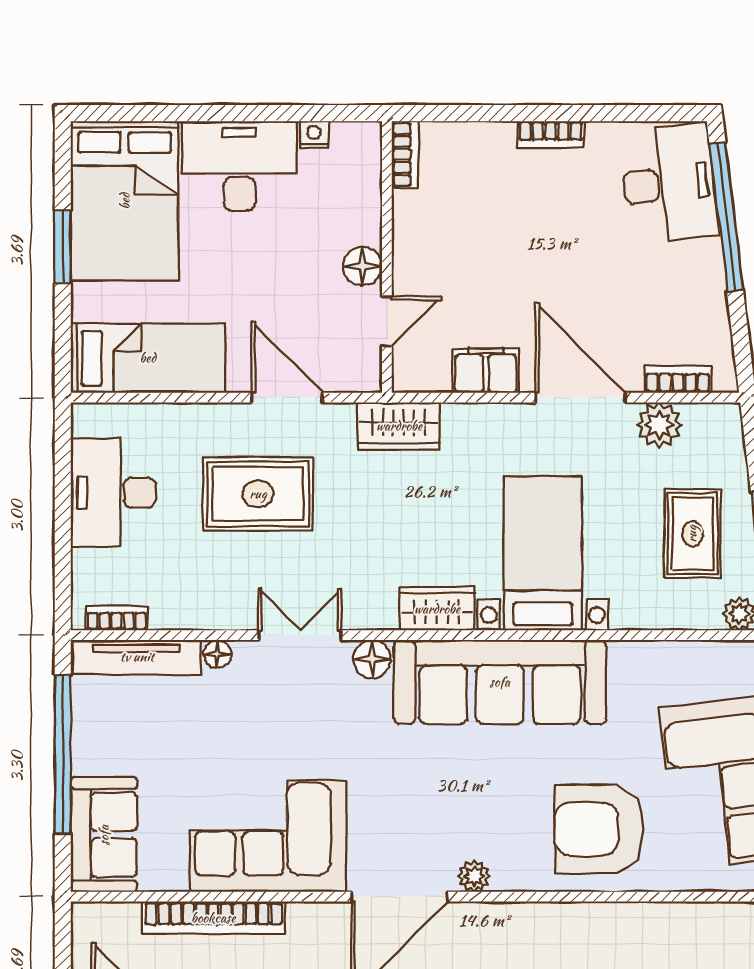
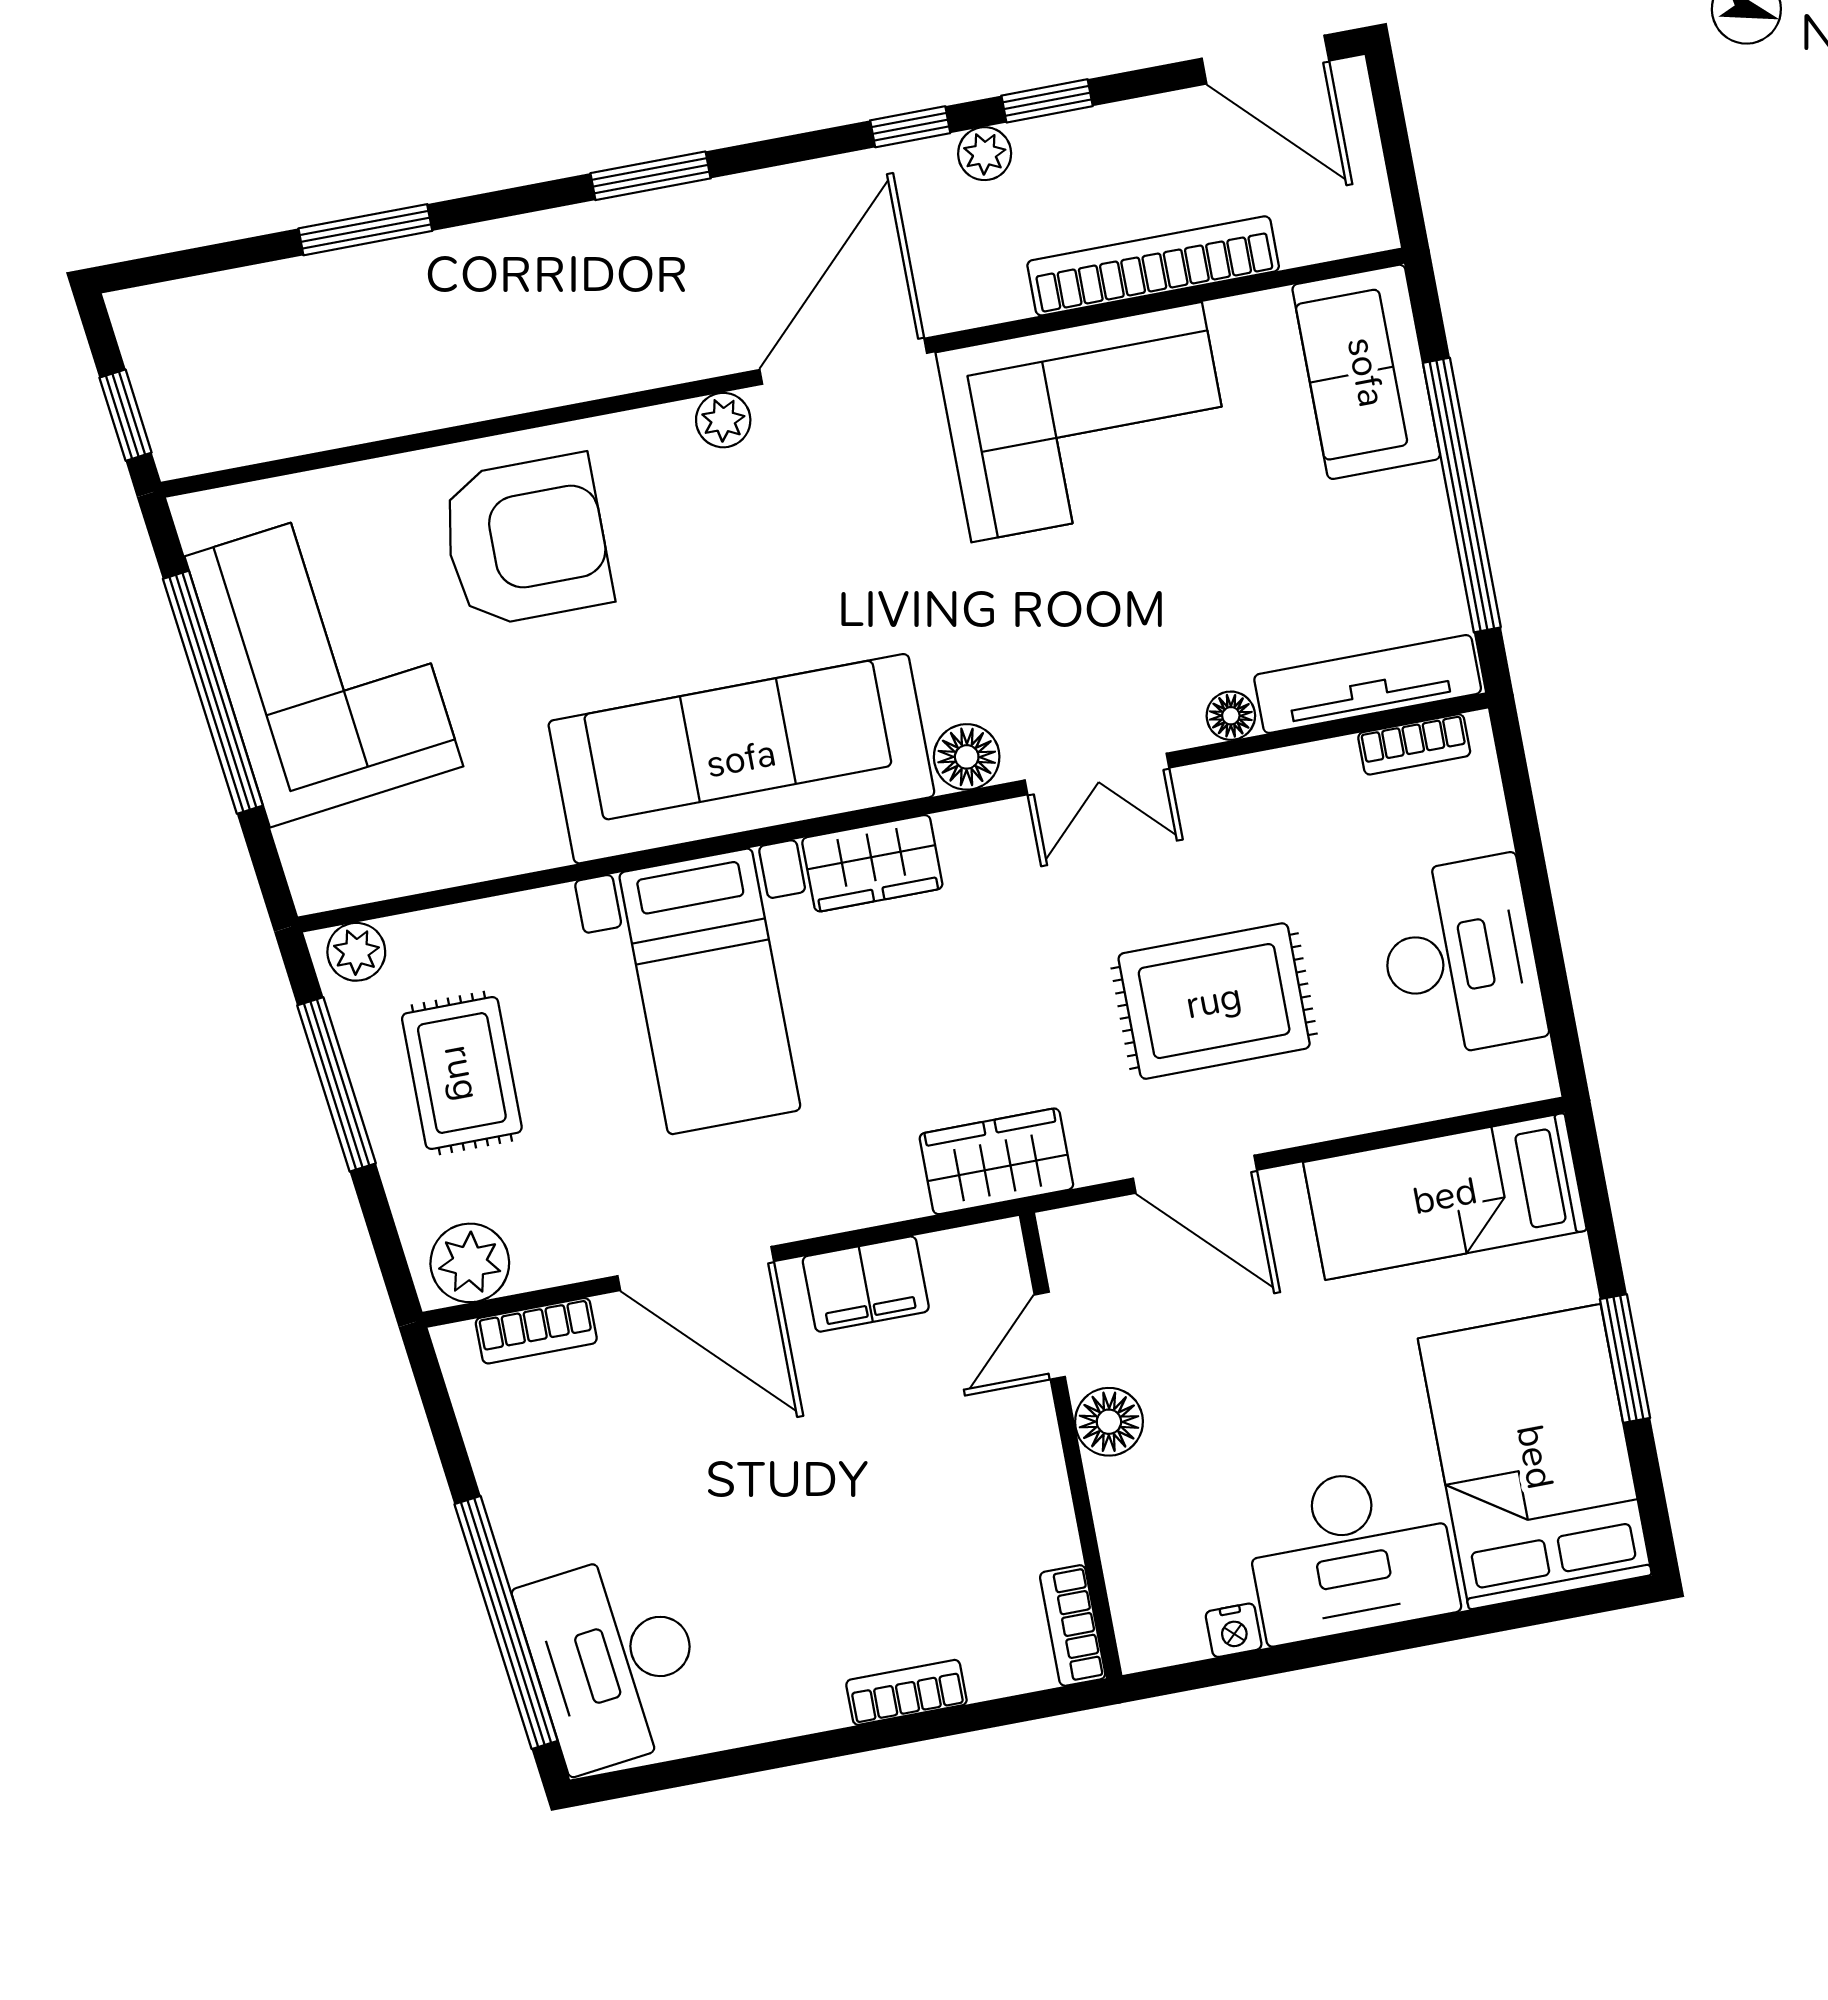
bookcase: (551, 134) -> (906, 1692), moved
plant: (659, 425) -> (470, 1263), moved

